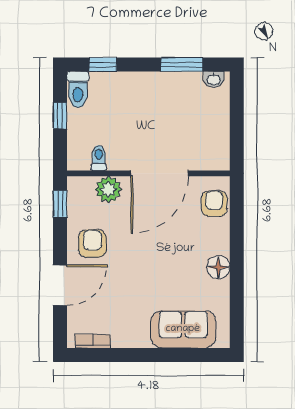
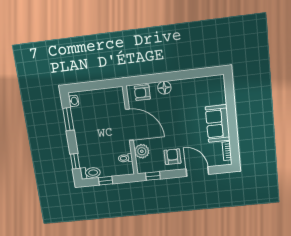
armchair: (92, 244) -> (173, 157), turned 90
floor lamp: (218, 267) -> (164, 88), moved
sofa: (183, 329) -> (218, 124), moved

